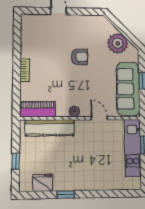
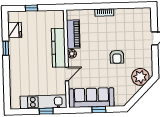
plant: (118, 43) -> (140, 77), moved
piano: (38, 109) -> (73, 34), moved
kitchen counter: (50, 128) -> (59, 48), moved

